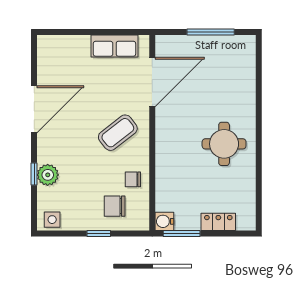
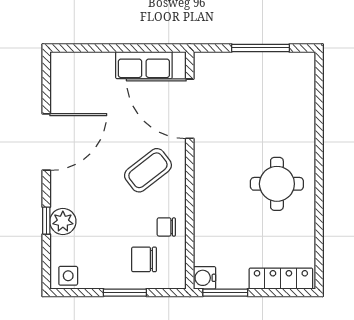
door: (152, 82) -> (190, 109), swing flipped
locker: (218, 222) -> (281, 279), width x1.53
window: (99, 233) -> (125, 293), width x1.50

